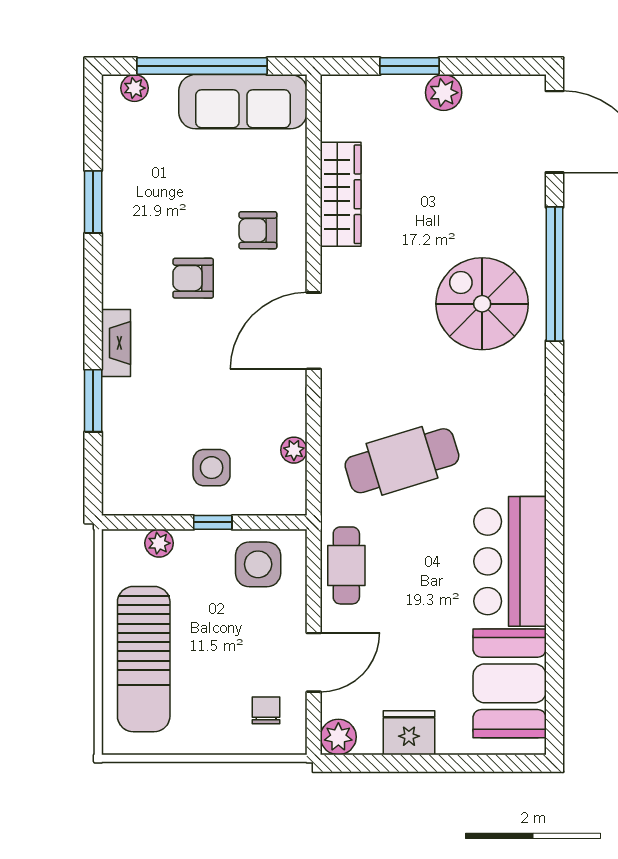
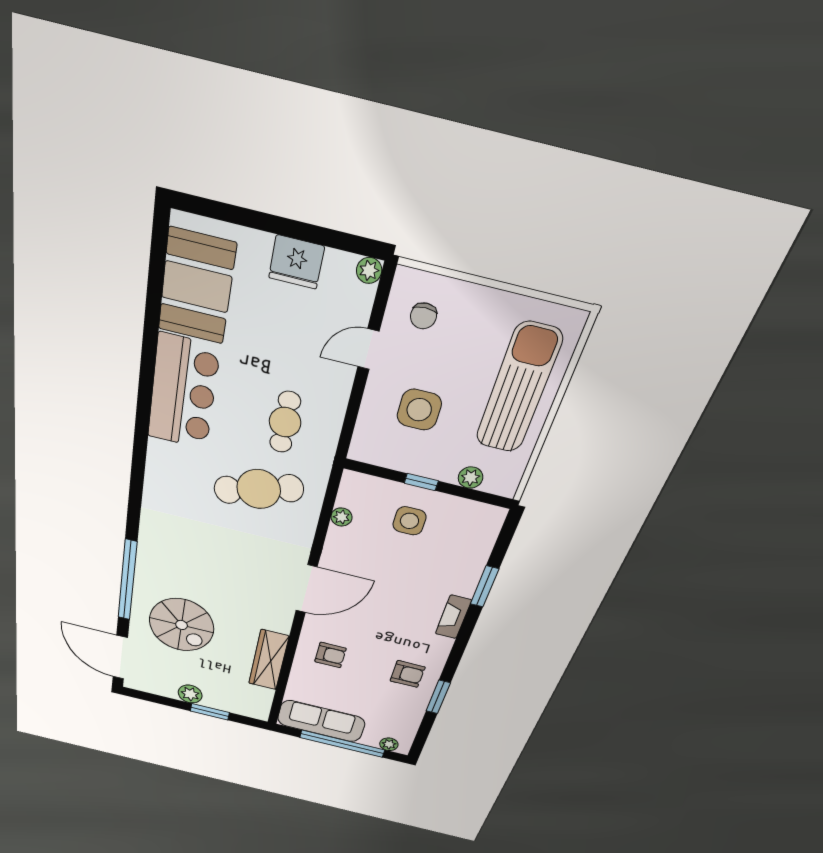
armchair: (193, 278) -> (407, 674), moved
spiral stairs: (482, 304) -> (182, 625), moved
side table: (258, 564) -> (419, 410), moved
cafe table: (346, 565) -> (285, 422), moved
door: (314, 662) -> (368, 349), width x0.73
plant: (338, 737) -> (369, 270), width x0.73, depth x0.73

